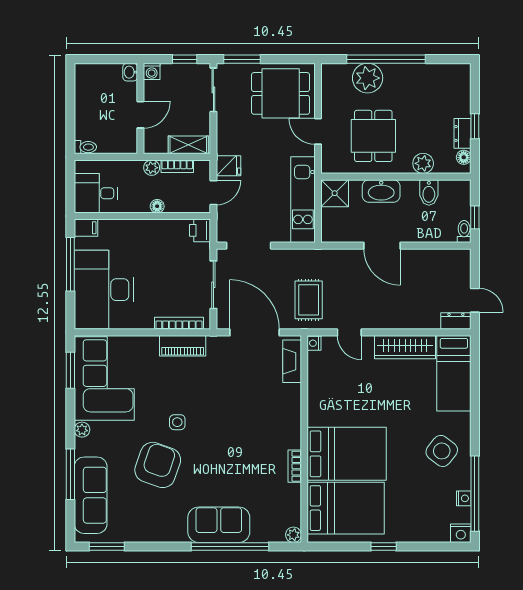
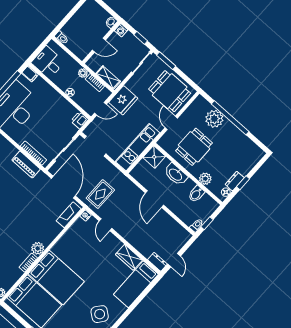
fridge: (228, 166) -> (123, 100), width x1.88, depth x1.34
wardrobe: (405, 347) -> (129, 257), width x0.67
plant: (291, 438) -> (38, 248), added

